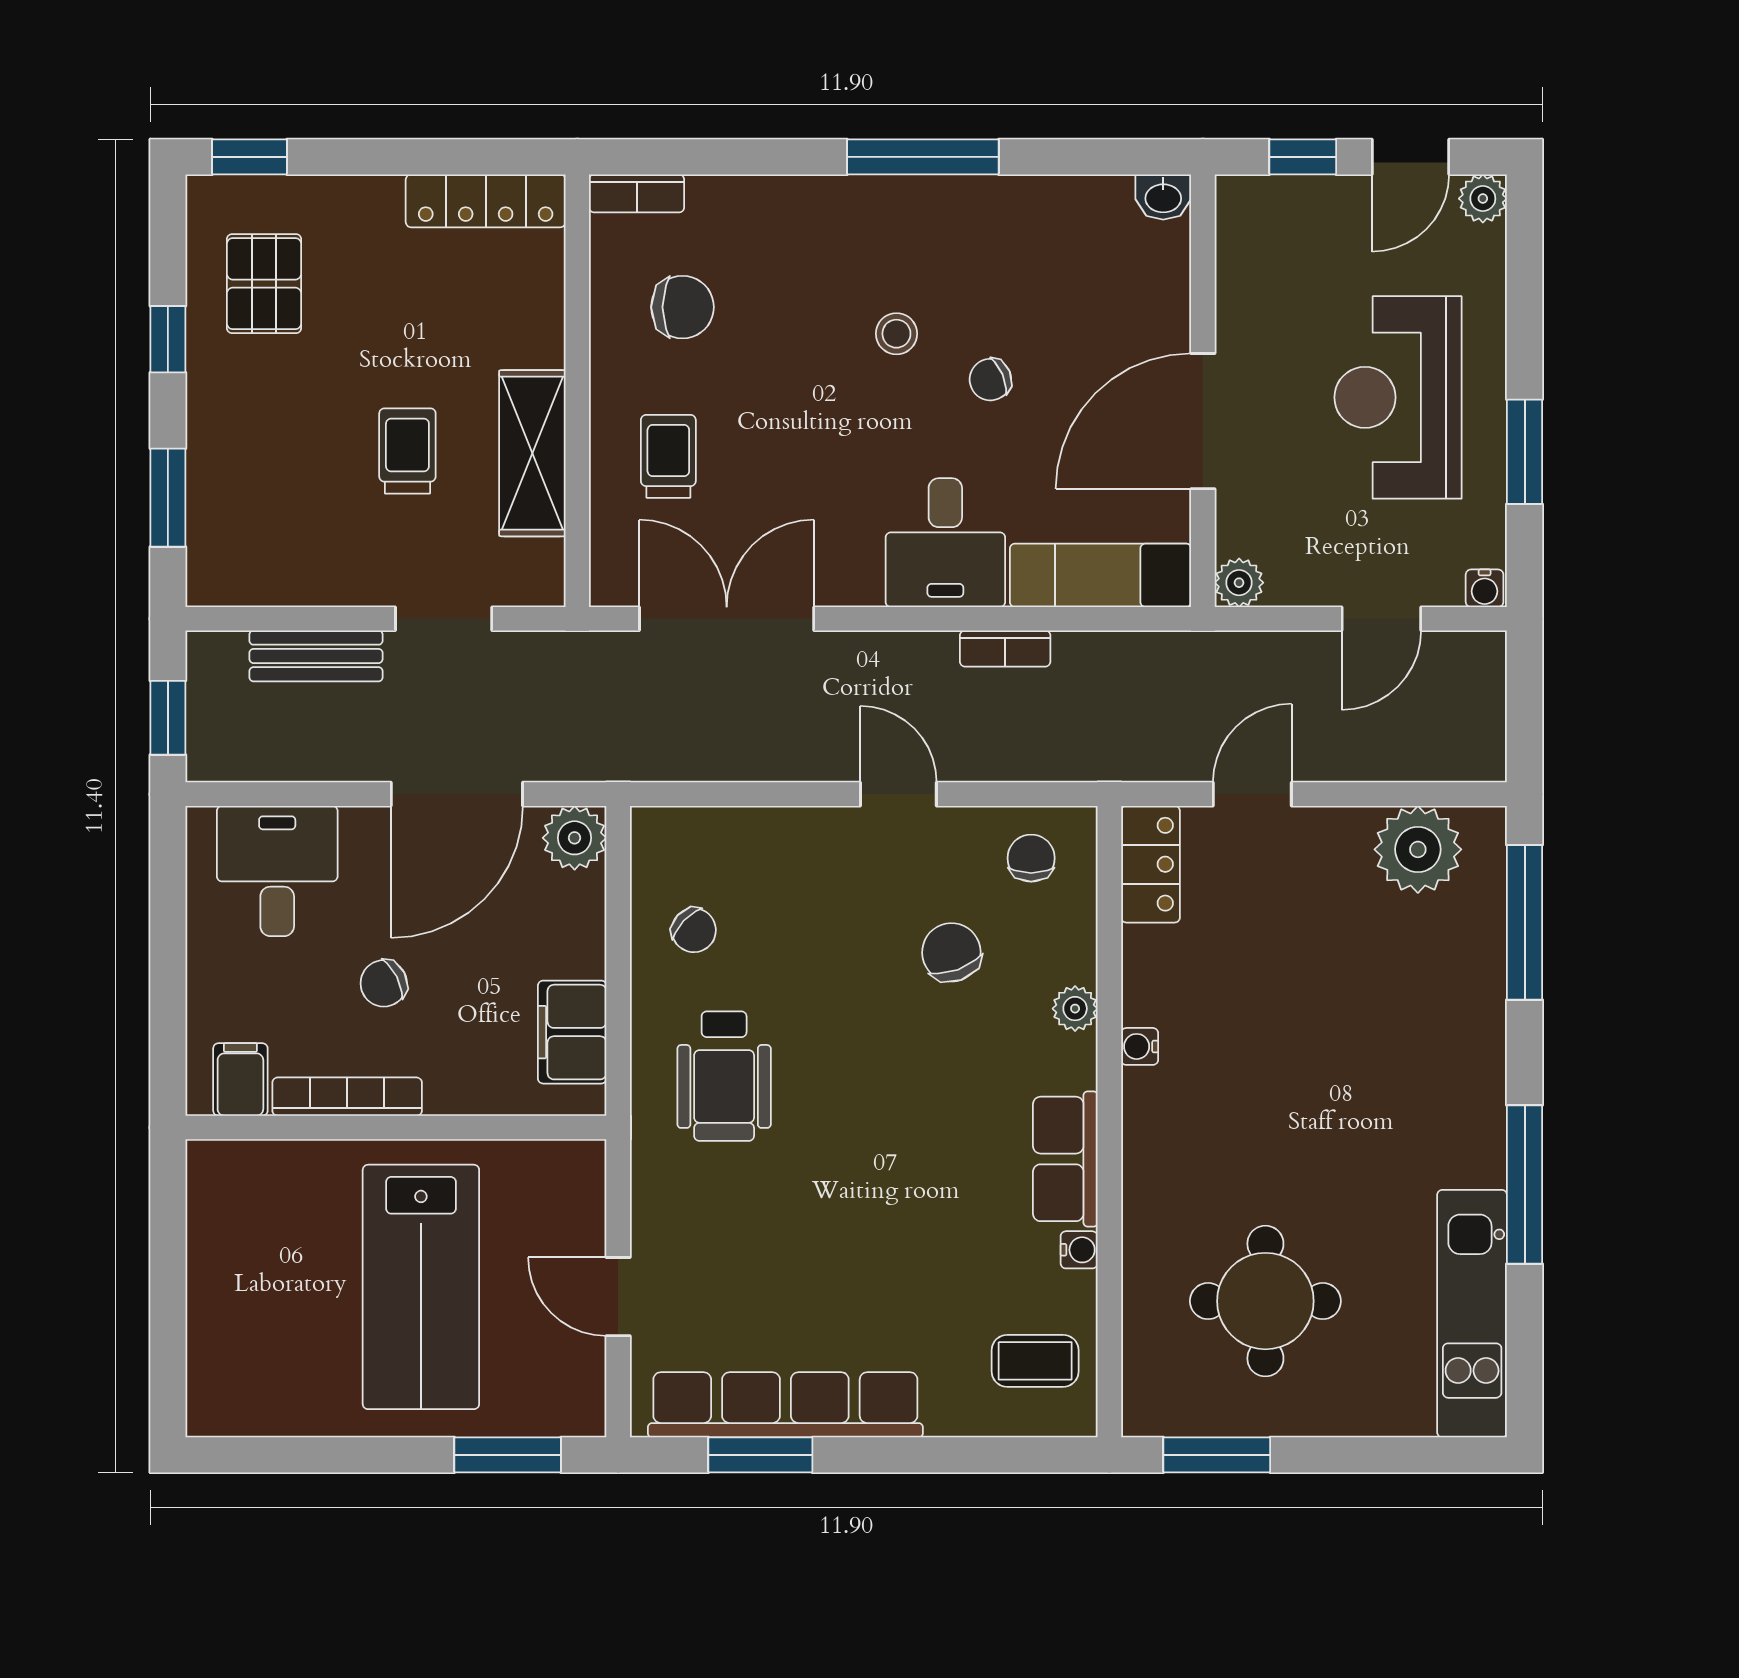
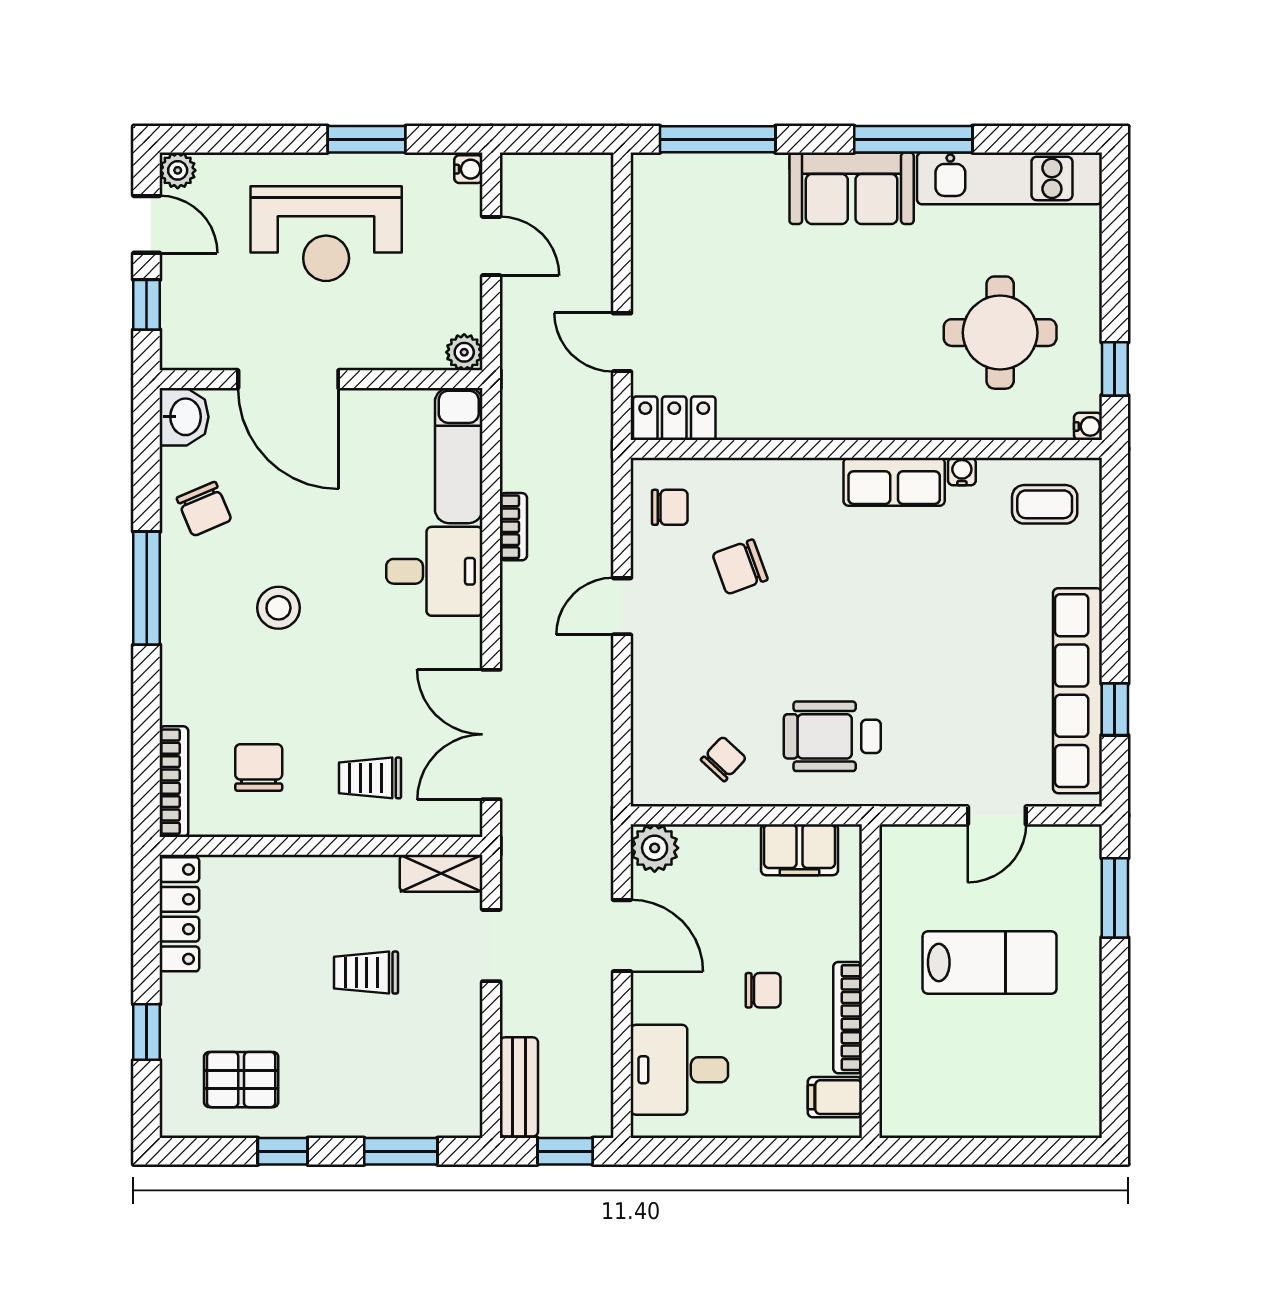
window: (249, 157) -> (147, 1032), moved
bookcase: (637, 193) -> (174, 782), width x1.56
washbasin: (1163, 197) -> (184, 417), width x1.38, depth x1.45
stool: (896, 334) -> (278, 608), width x1.37, depth x1.37
chair: (990, 380) -> (204, 509), moved, width x1.37, depth x1.37
door: (1203, 421) -> (288, 379), moved
shelving: (532, 453) -> (441, 873), moved, width x0.67, depth x0.75
bench: (316, 656) -> (519, 1087), moved
door: (457, 794) -> (622, 936), width x0.73
plant: (1418, 849) -> (663, 219), removed
chair: (1031, 858) -> (670, 507), turned 180
chair: (384, 983) -> (763, 990), turned -63
plant: (1075, 1009) -> (782, 475), removed
water cooler: (1140, 1046) -> (1088, 426), moved, turned -90
wheelchair: (724, 1076) -> (832, 736), turned 180
sofa: (1459, 1102) -> (852, 188), added
lab bench: (421, 1287) -> (990, 963), width x0.73, depth x0.72
coffee table: (1035, 1361) -> (1045, 504), turned 90
window: (760, 1455) -> (1115, 709), width x0.67
window: (1217, 1455) -> (1115, 369), width x0.67

